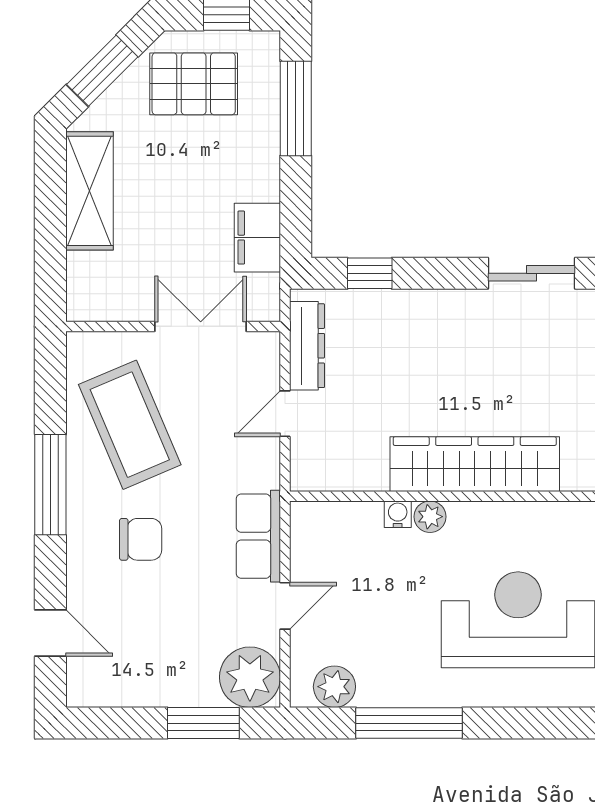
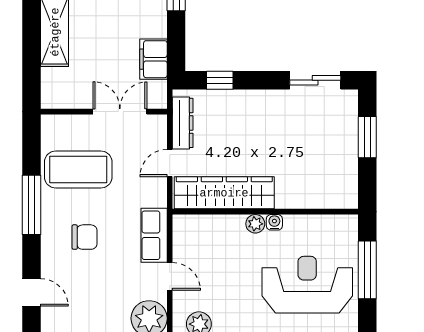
coffee table: (130, 425) -> (78, 170), turned -67
wardrobe: (475, 464) -> (224, 193), moved
water cooler: (398, 514) -> (274, 222), moved
door: (285, 606) -> (170, 276), hinge flipped

